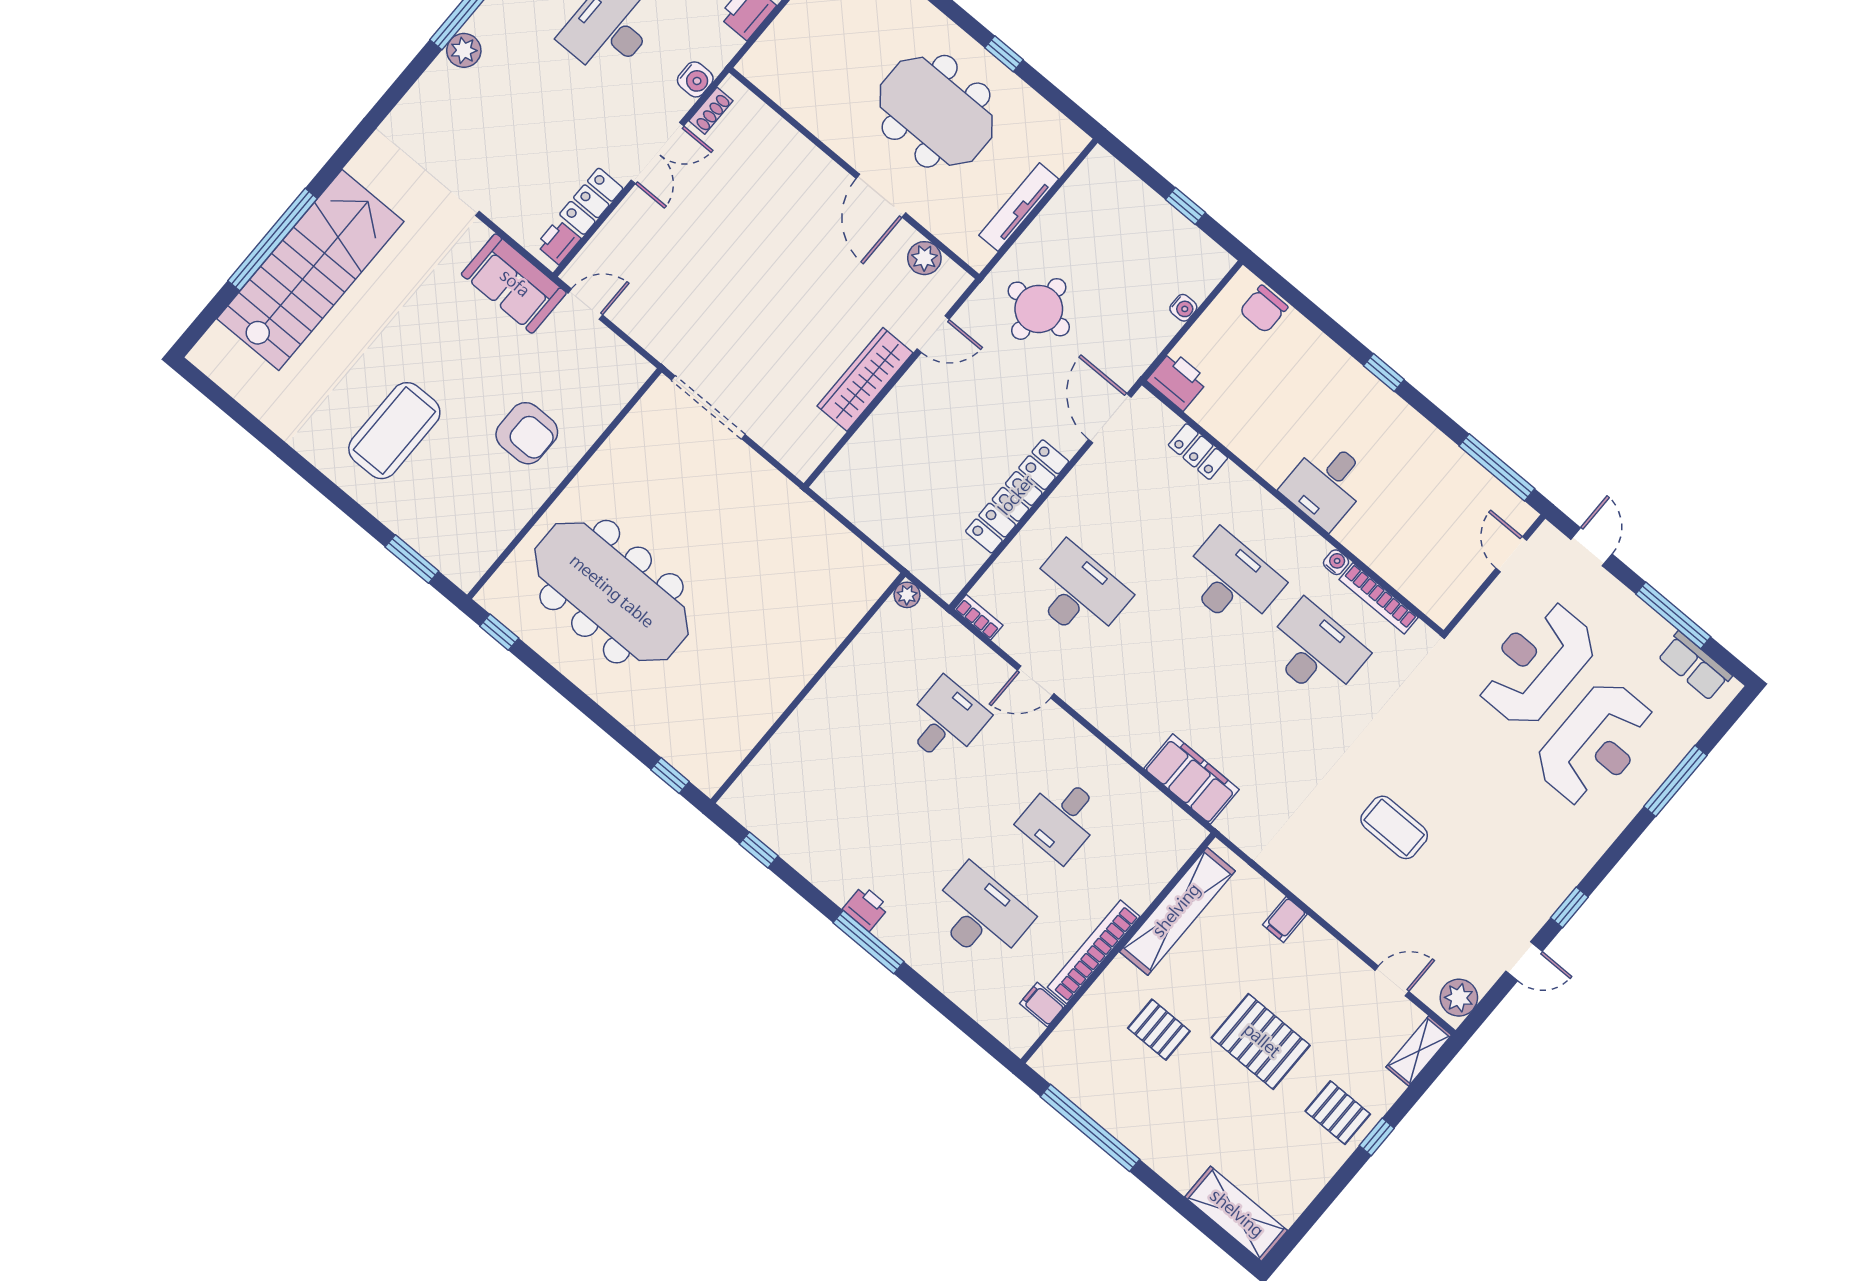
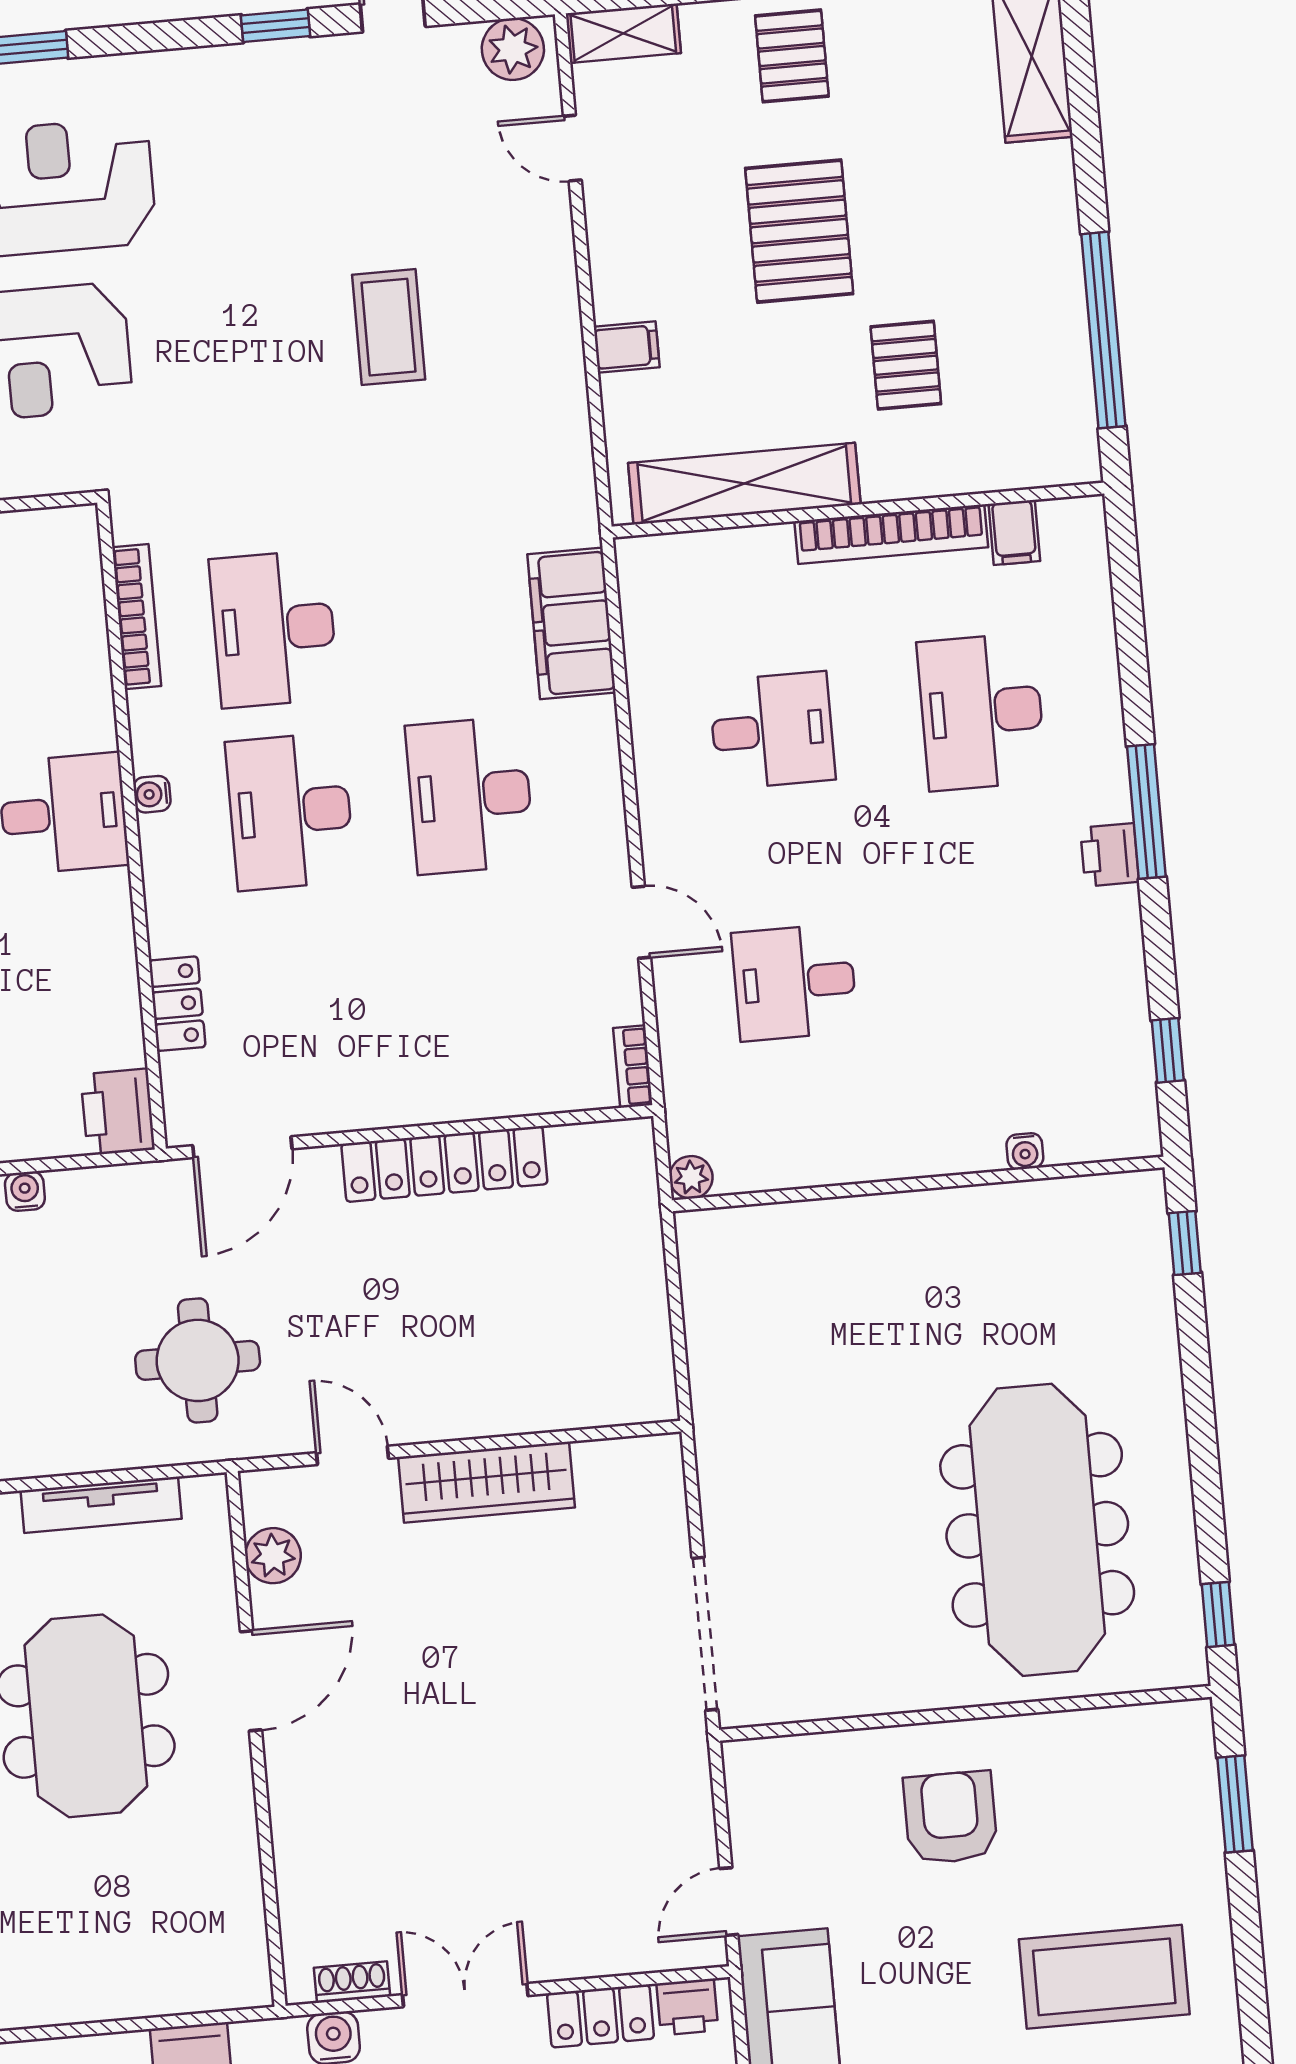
door: (585, 304) -> (729, 1902), hinge flipped
water cooler: (1336, 562) -> (152, 794), moved
desk: (1078, 593) -> (470, 795), moved
water cooler: (777, 747) -> (1025, 1151), added

